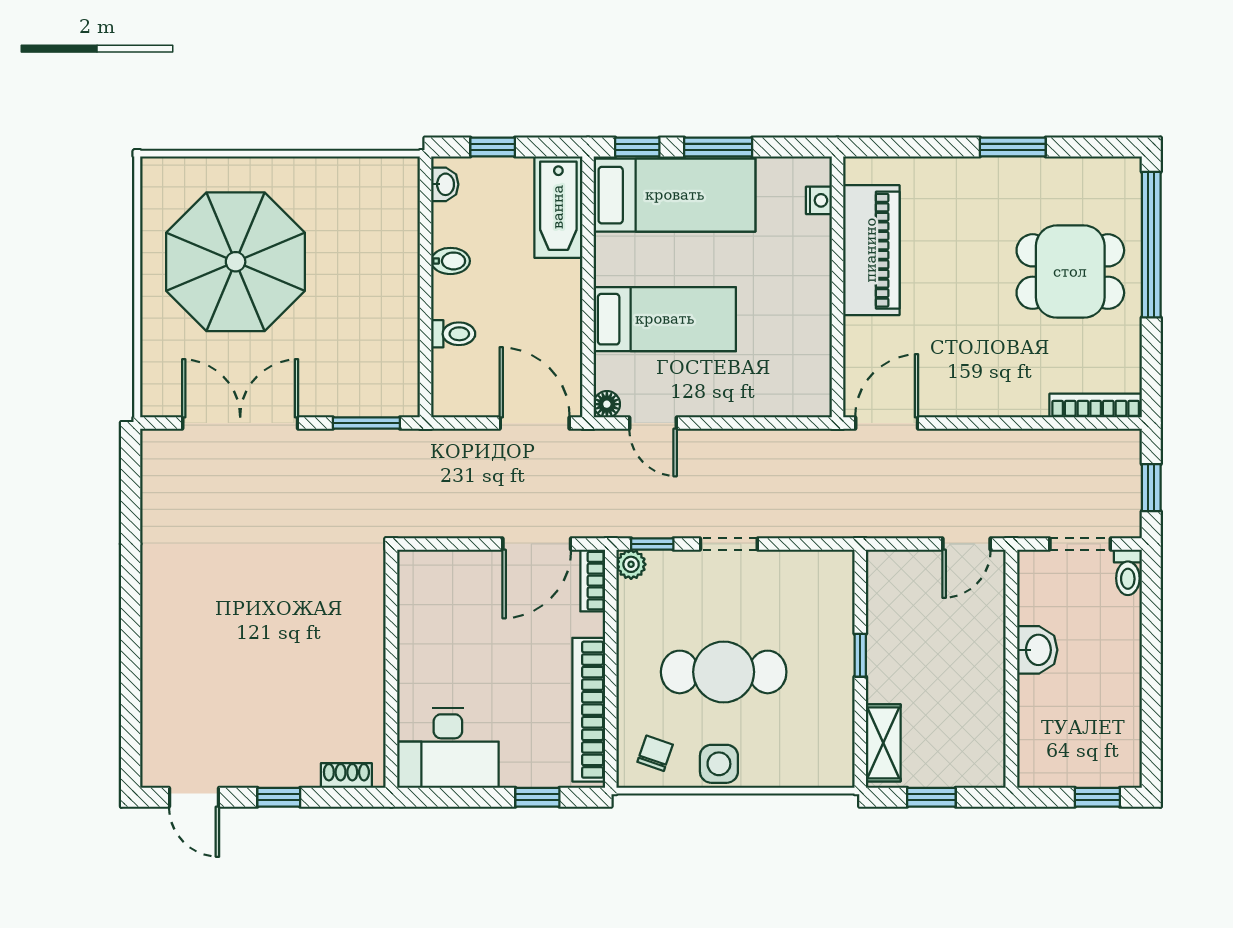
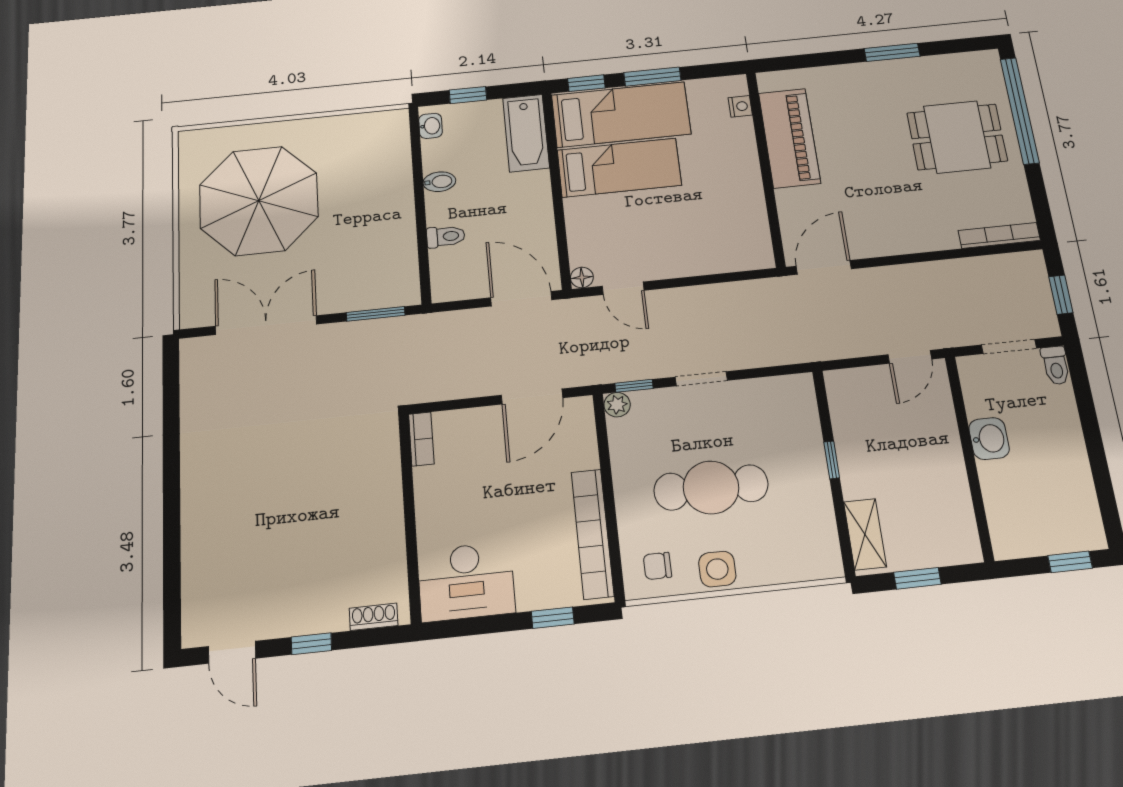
bed: (665, 319) -> (619, 168), moved
bookcase: (593, 581) -> (421, 439), moved, turned 180
chair: (655, 753) -> (657, 566), turned -109

